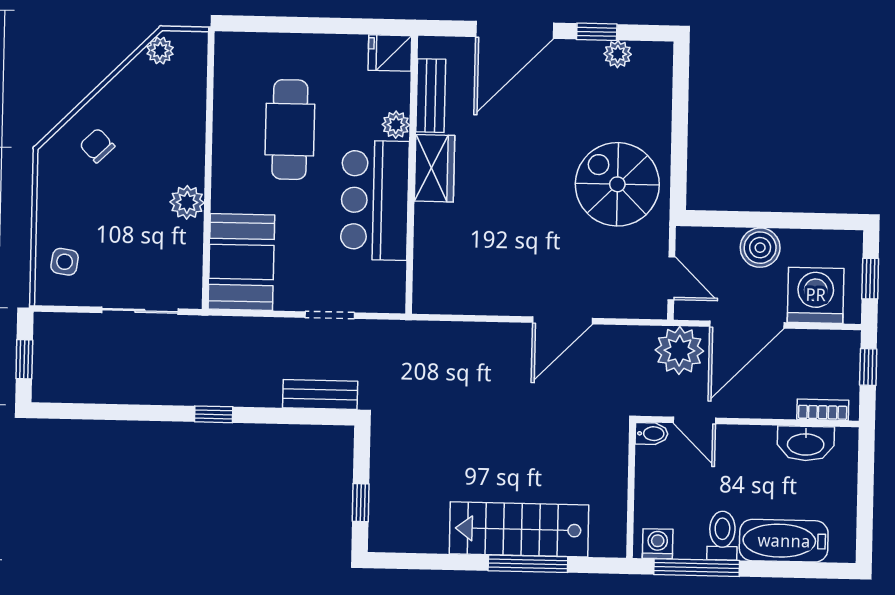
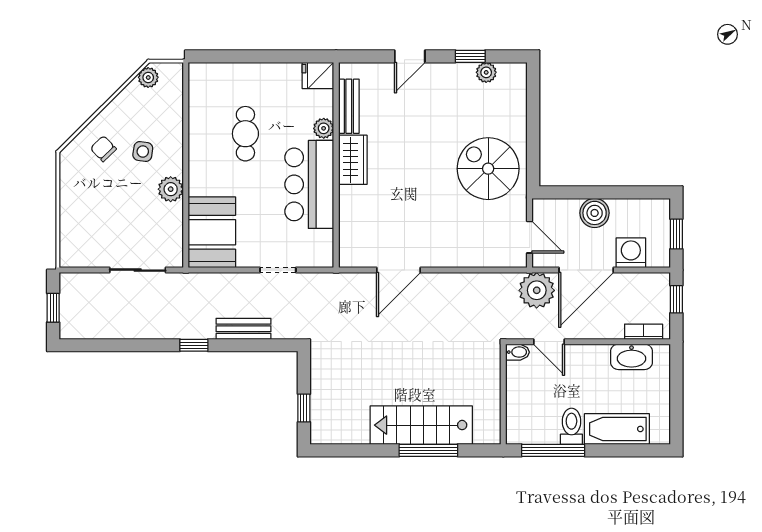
door: (515, 30) -> (410, 56), width x0.53
cafe table: (290, 130) -> (245, 134), width x0.73, depth x0.74
side table: (65, 262) -> (143, 152), moved
washing machine: (816, 295) -> (631, 253), width x0.73, depth x0.73
door: (562, 320) -> (399, 270), moved
bench: (320, 394) -> (243, 329), moved
washing machine: (658, 544) -> (524, 433), removed

